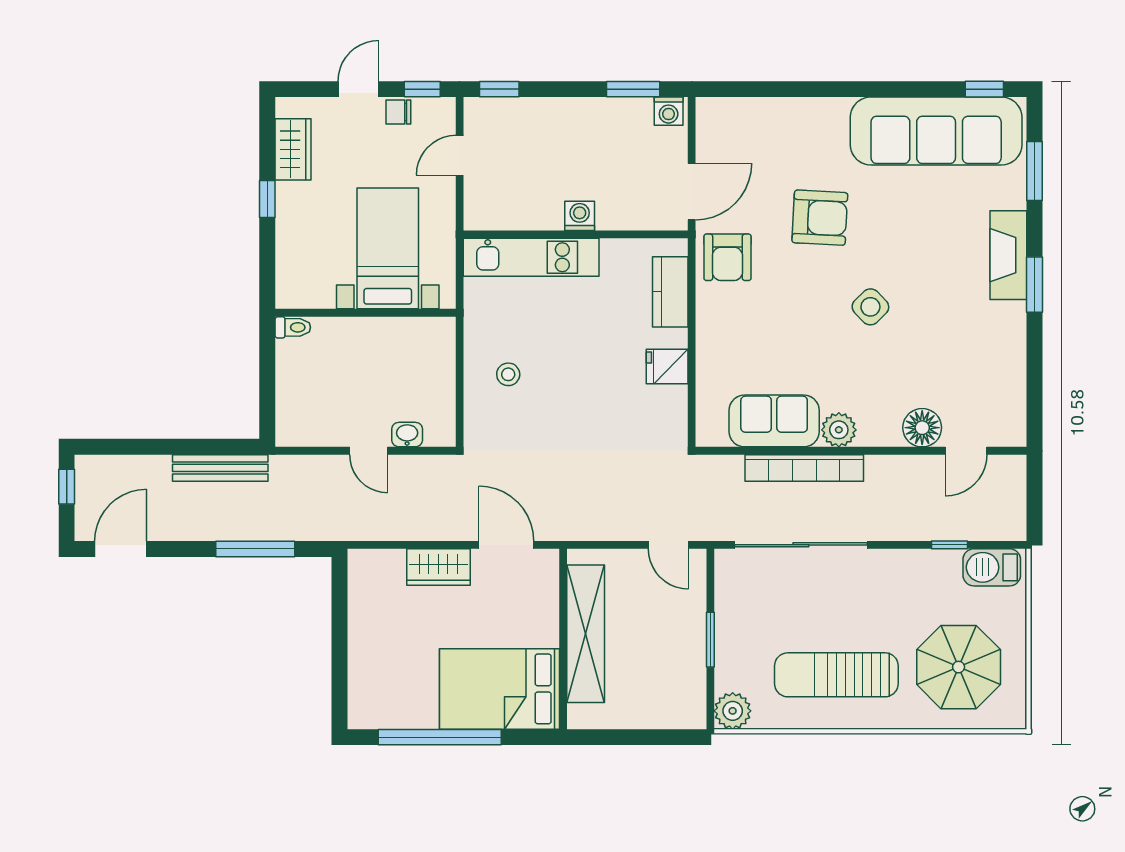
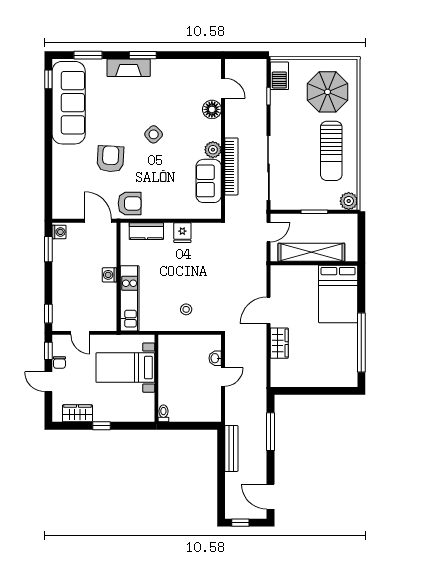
shelving: (586, 634) -> (311, 252), moved
wall: (563, 639) -> (314, 263), moved
bed: (500, 689) -> (338, 294), moved

